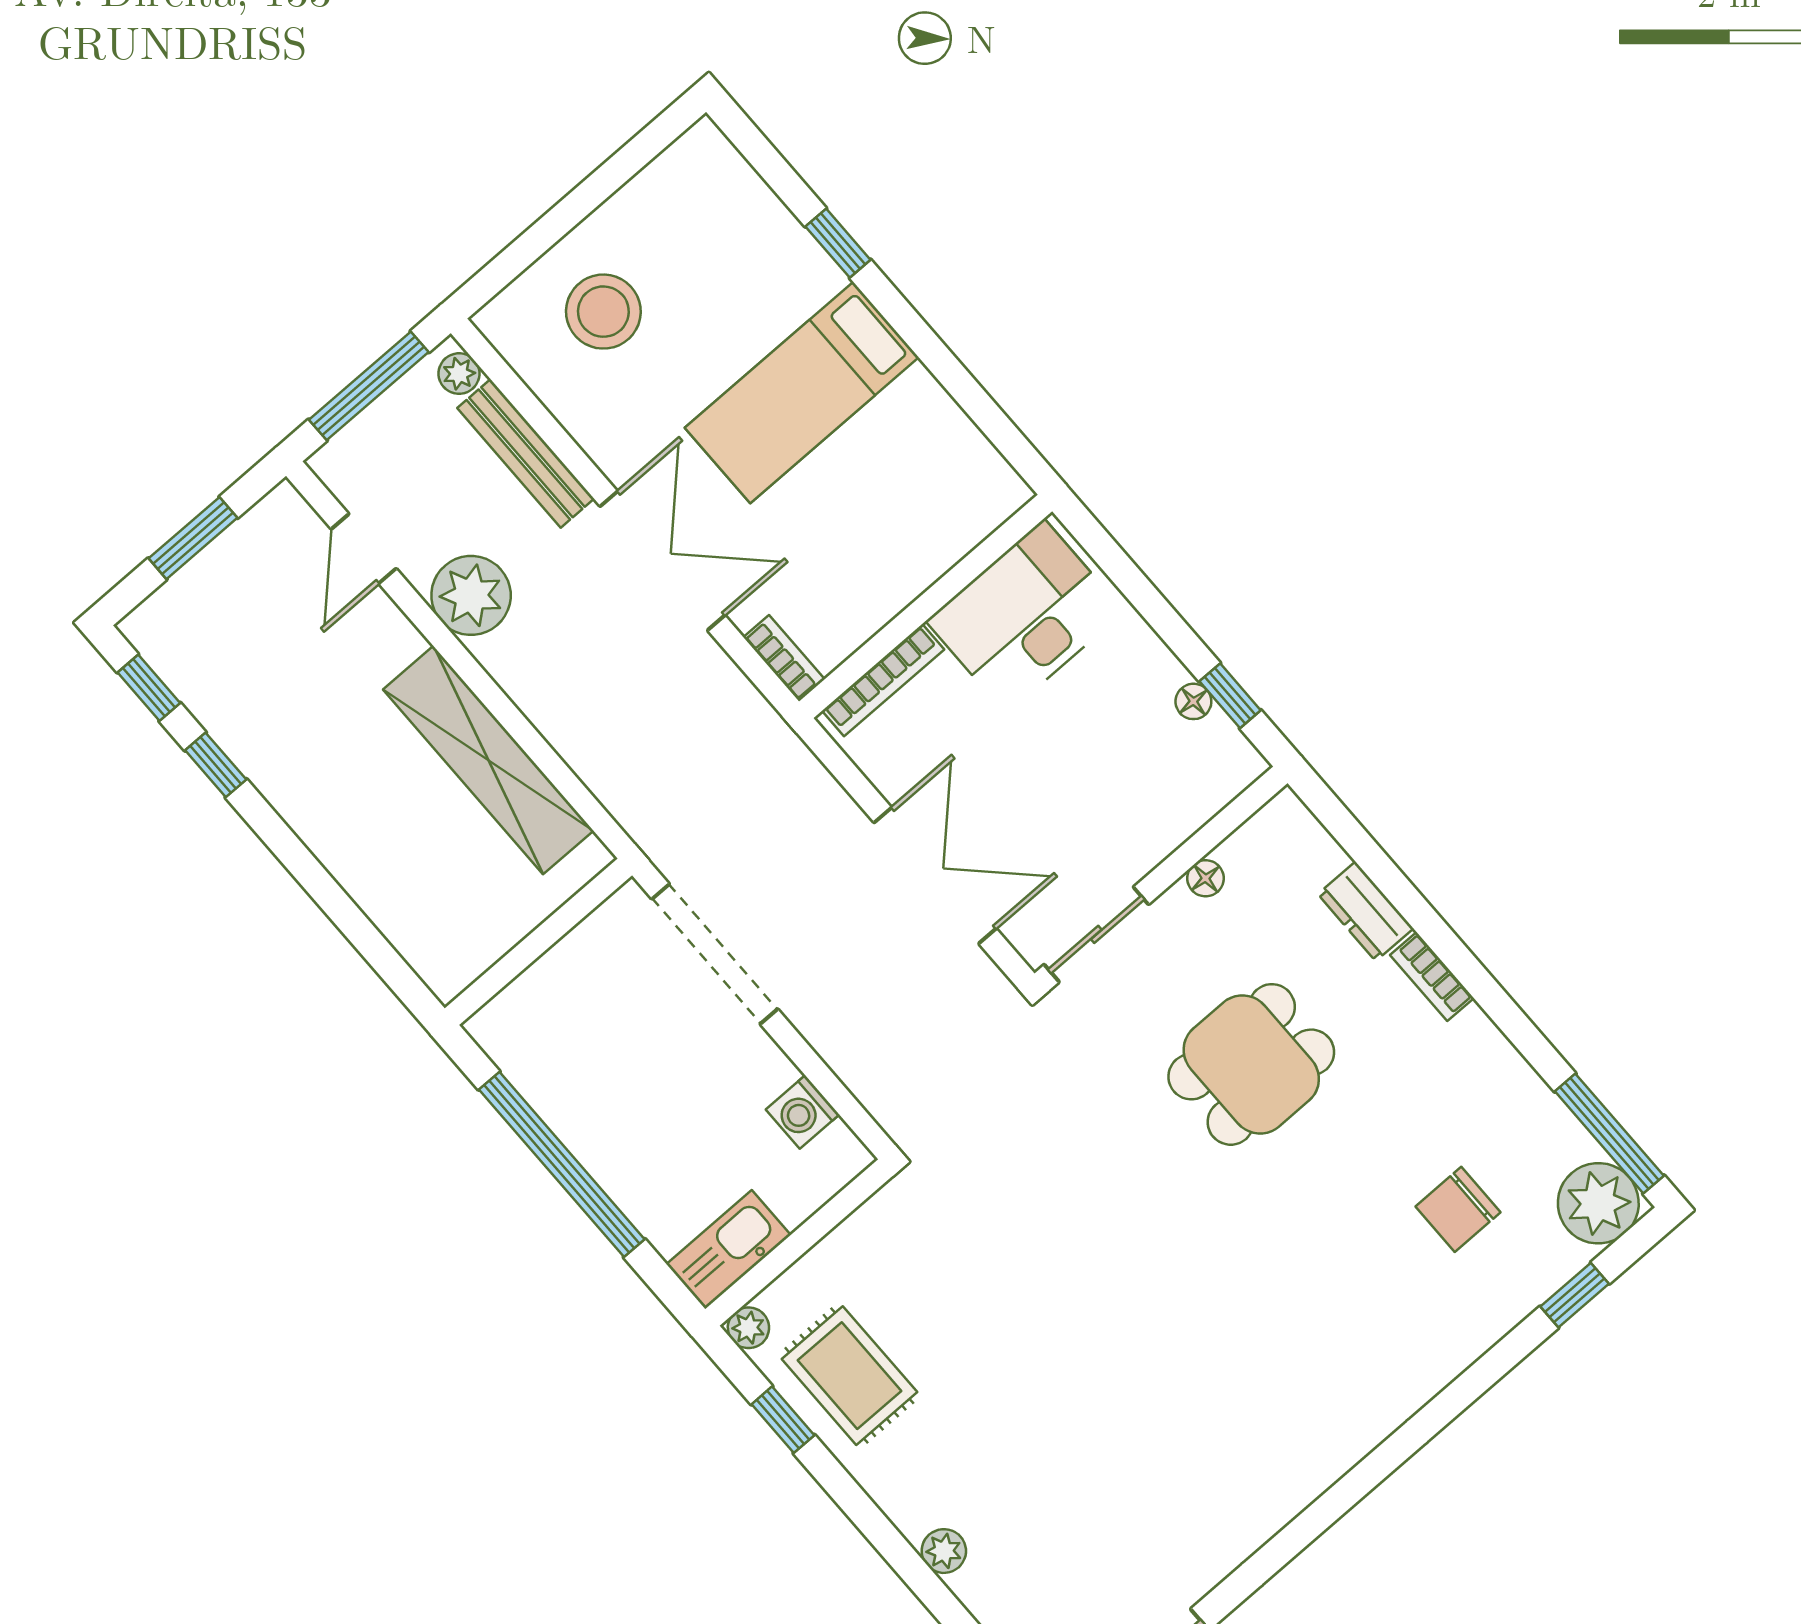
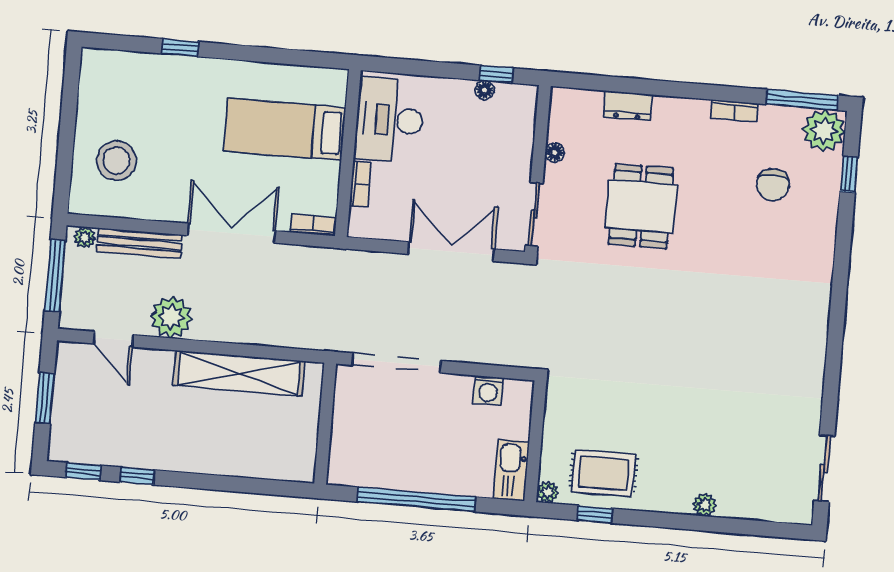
bed: (802, 393) -> (285, 129), moved, turned 90
bookcase: (883, 680) -> (360, 184), width x0.64
bookcase: (1432, 976) -> (735, 111), moved

